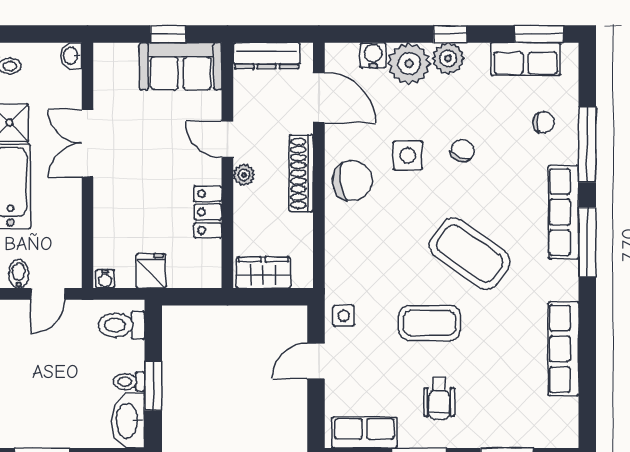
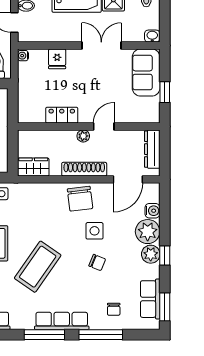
sofa: (181, 66) -> (146, 73), moved
fridge: (151, 271) -> (57, 59), moved, turned 90
wardrobe: (263, 273) -> (33, 167), moved, turned -90

